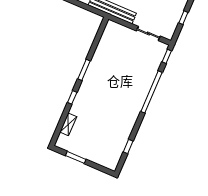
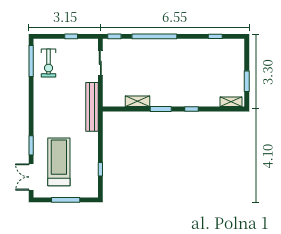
shelving: (100, 52) -> (138, 101), added
shelving: (68, 124) -> (231, 102), moved

